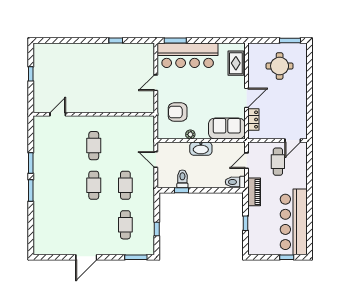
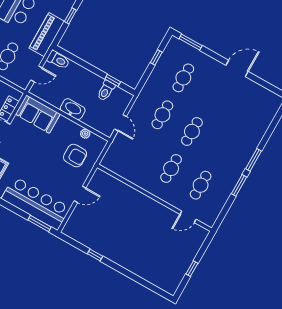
plant: (190, 134) -> (85, 134), moved
cafe table: (62, 146) -> (201, 185), added
piano: (254, 192) -> (47, 35), width x1.37, depth x1.33

